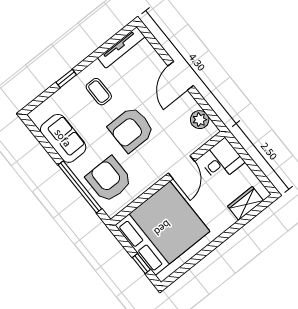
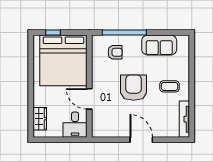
window: (66, 79) -> (192, 74), removed
plant: (200, 120) -> (108, 131), removed
armchair: (109, 180) -> (115, 52), width x0.53, depth x0.53

